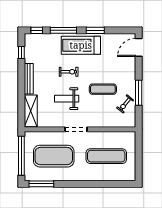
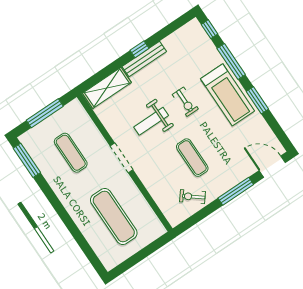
treadmill: (81, 45) -> (228, 95), turned 180
window: (21, 53) -> (139, 49), moved
window: (139, 93) -> (236, 191), moved
weight bench: (67, 99) -> (151, 121), turned -90
window: (21, 156) -> (45, 113), width x0.68
exercise mat: (54, 156) -> (71, 153), width x0.50, depth x0.69

